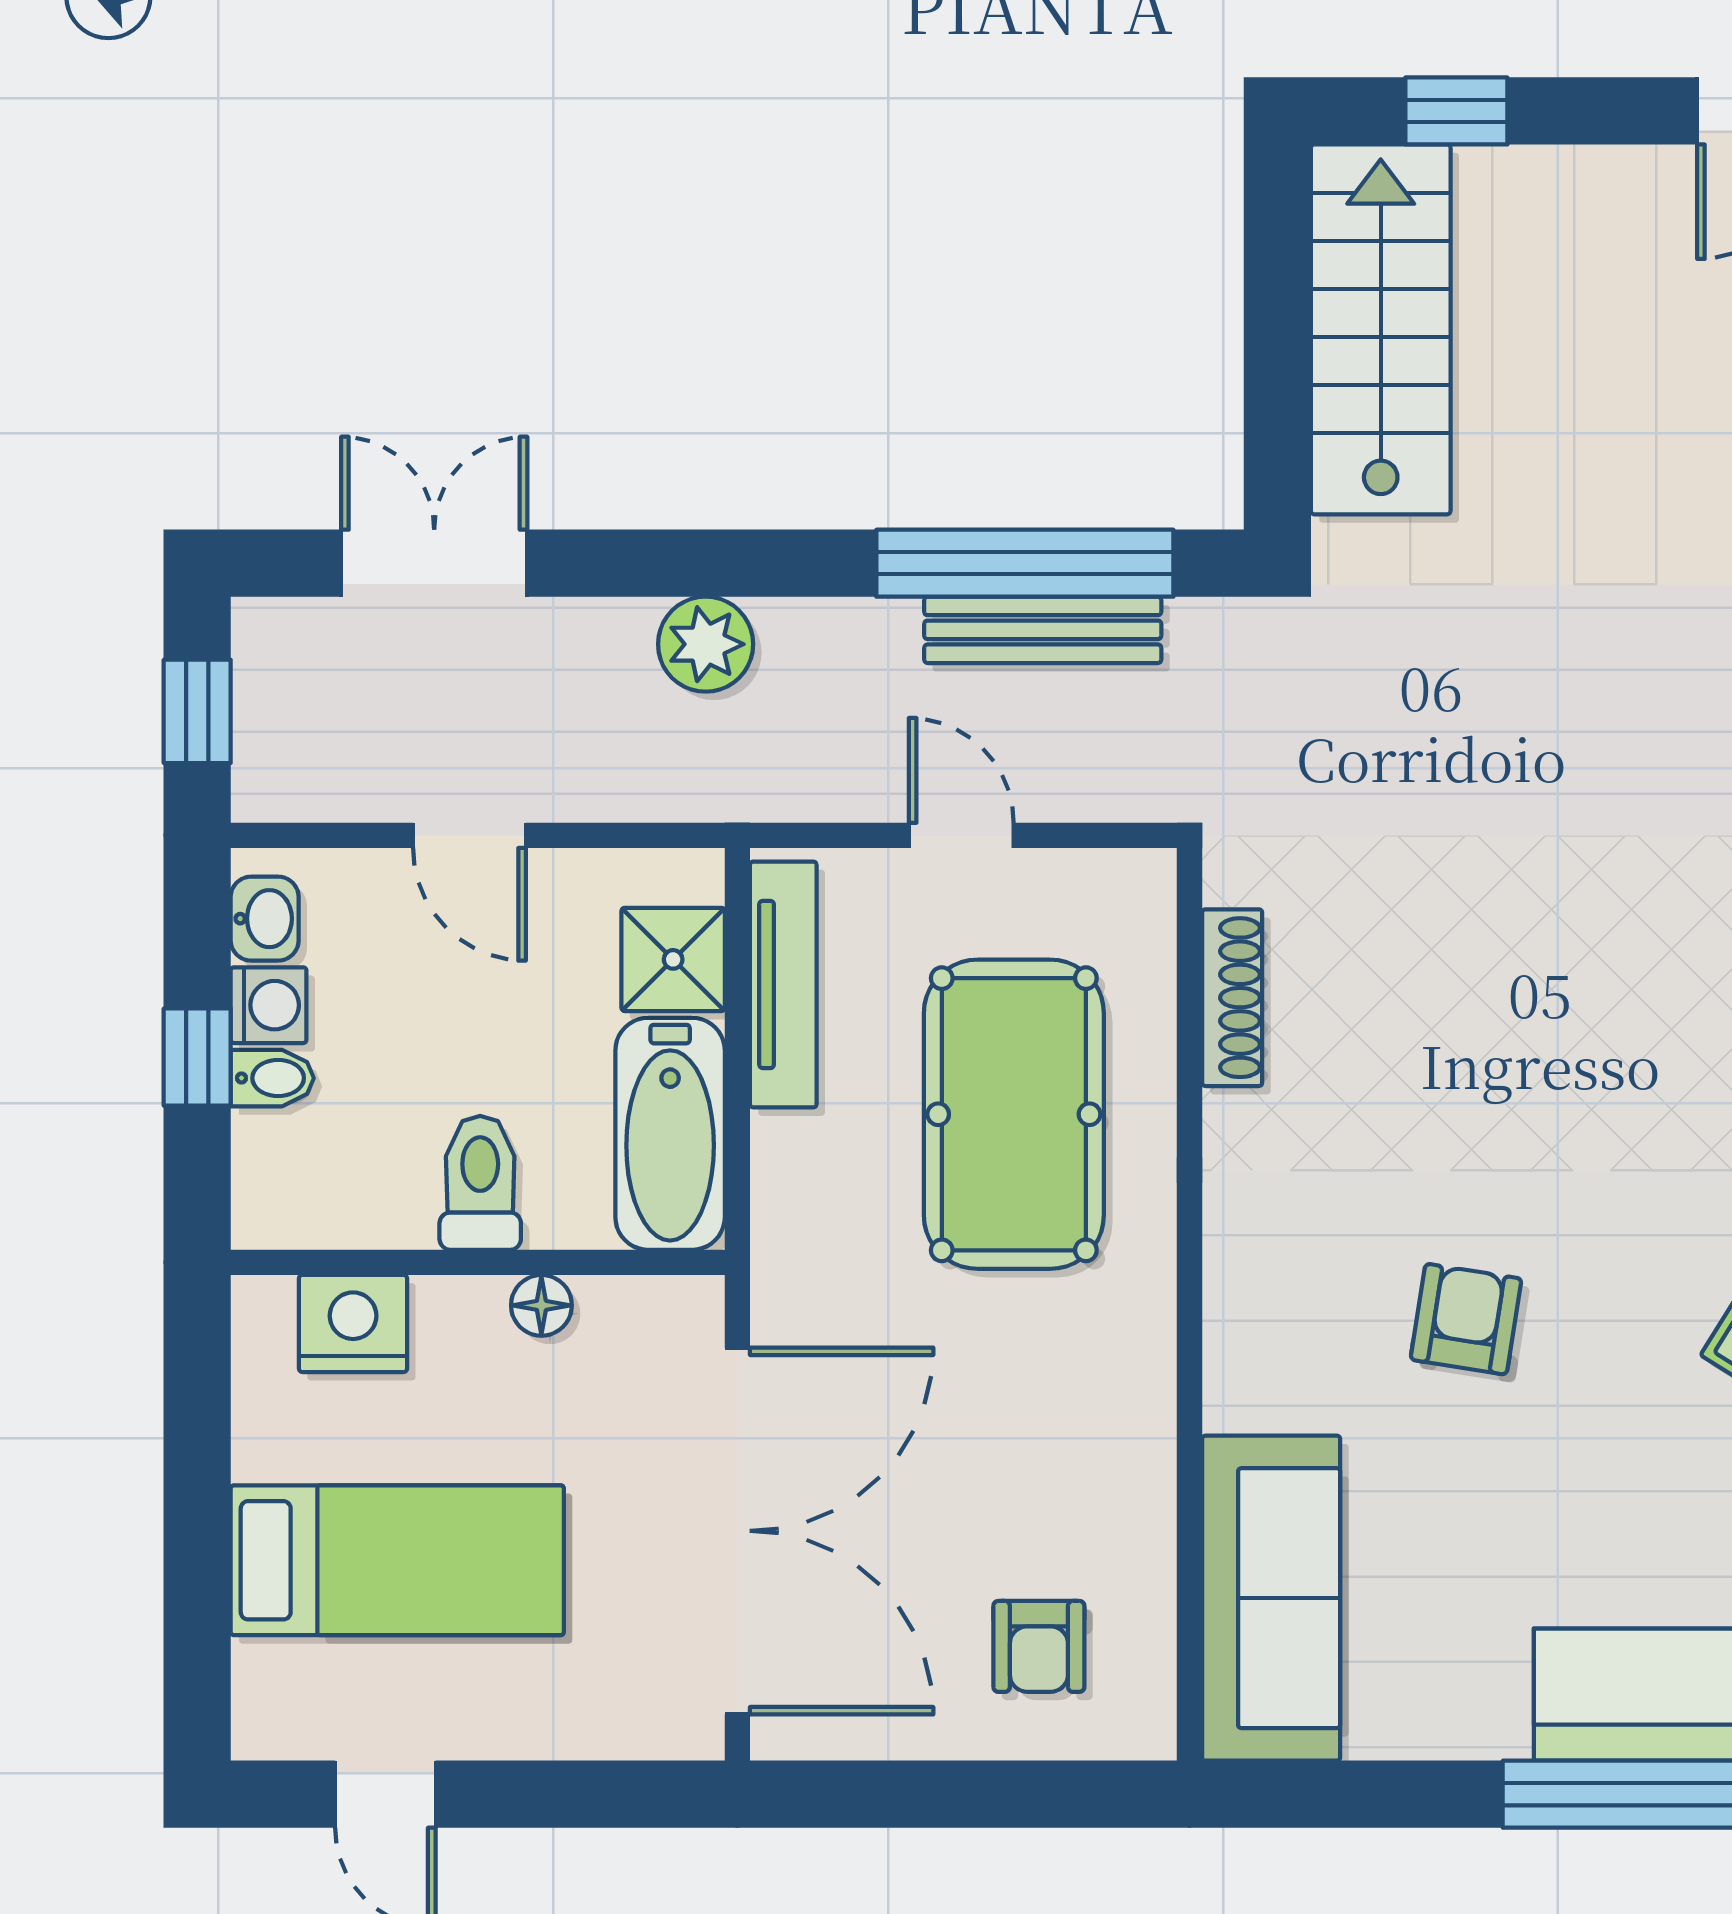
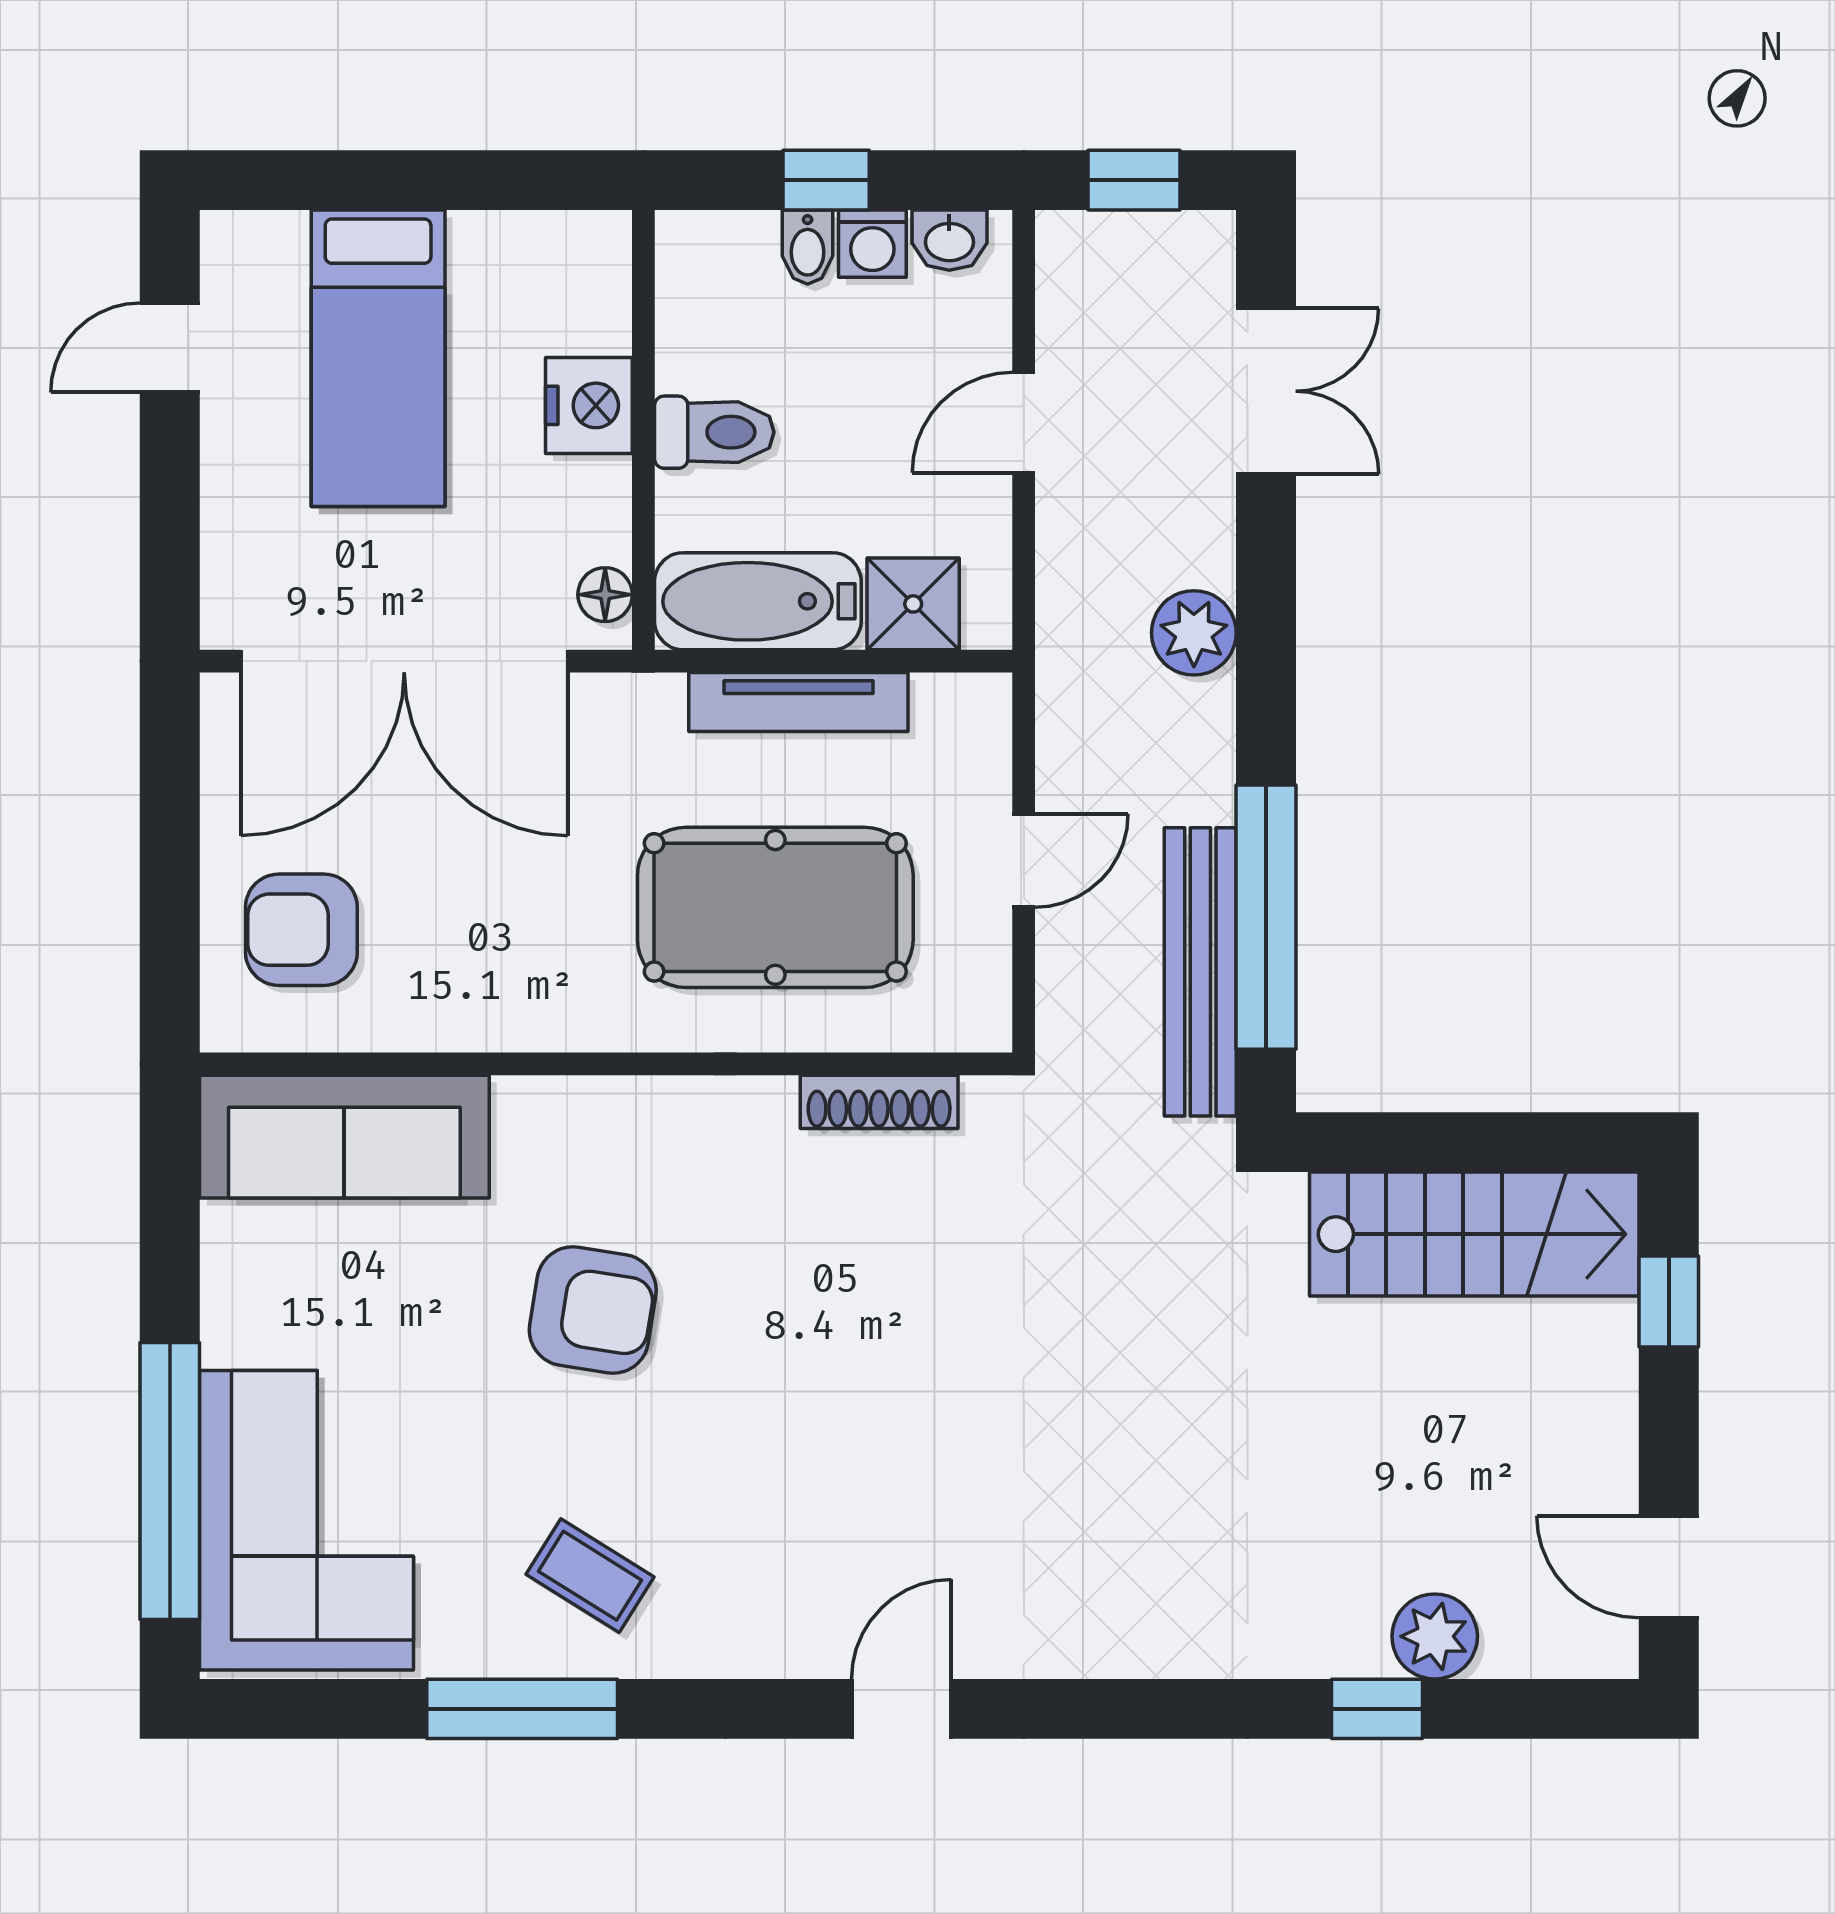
bench: (1043, 630) -> (1200, 972), width x1.37, depth x1.21
tv unit: (783, 984) -> (798, 702), moved
floor lamp: (541, 1305) -> (605, 595), moved
armchair: (1466, 1319) -> (593, 1310), width x1.38, depth x1.38
nightstand: (353, 1323) -> (589, 405), moved
armchair: (1039, 1646) -> (301, 930), width x1.38, depth x1.38

